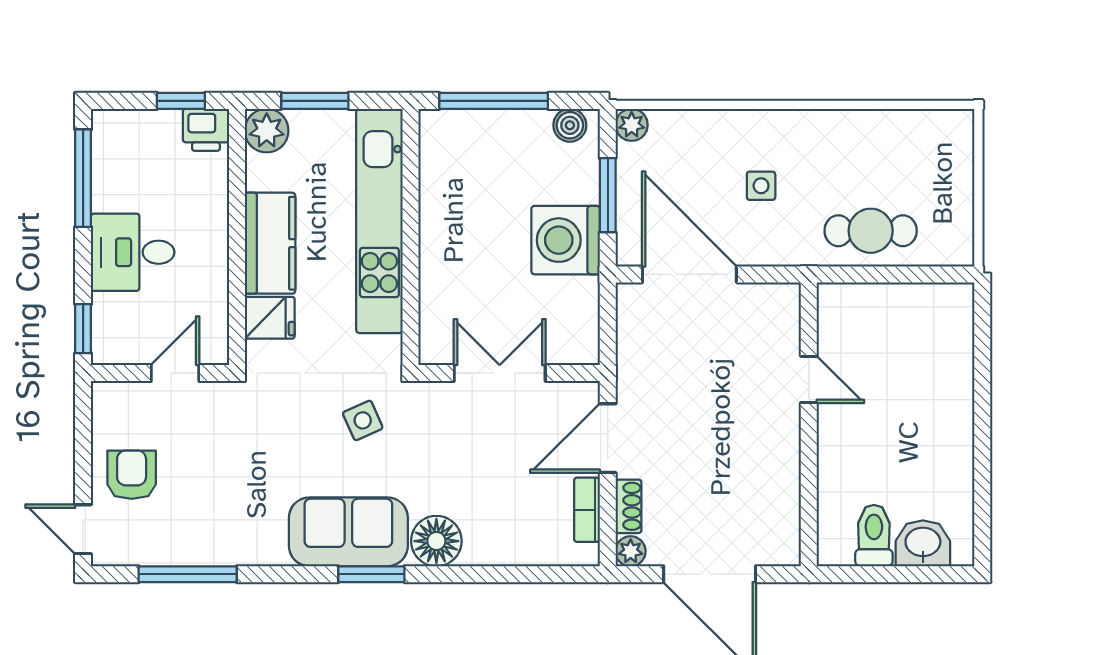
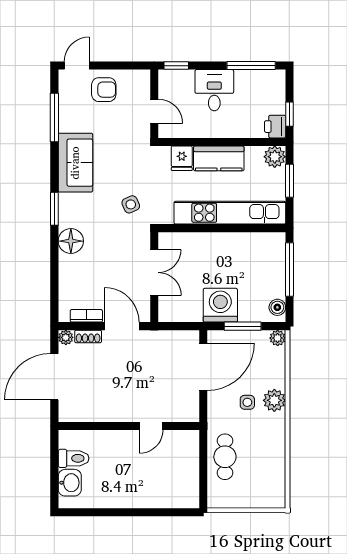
plant: (757, 131) -> (274, 400), added
sofa: (348, 532) -> (75, 163), moved

